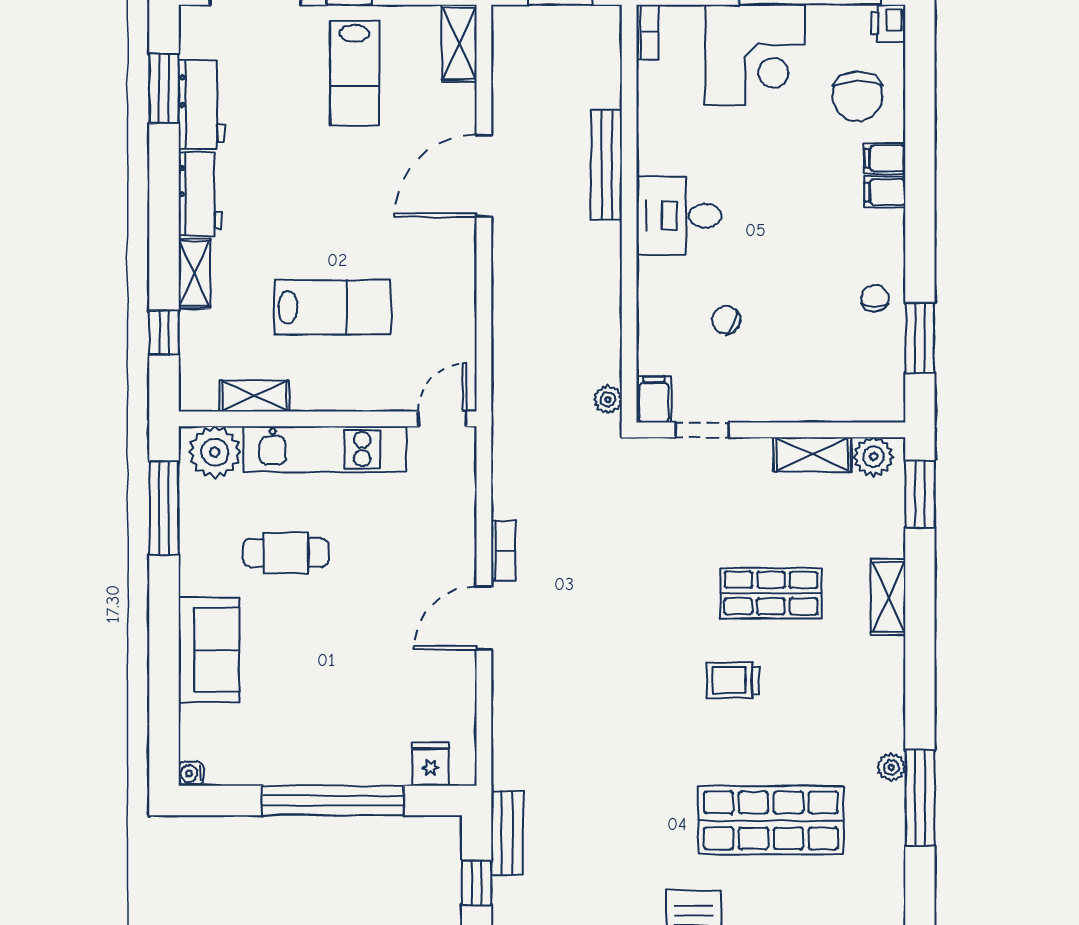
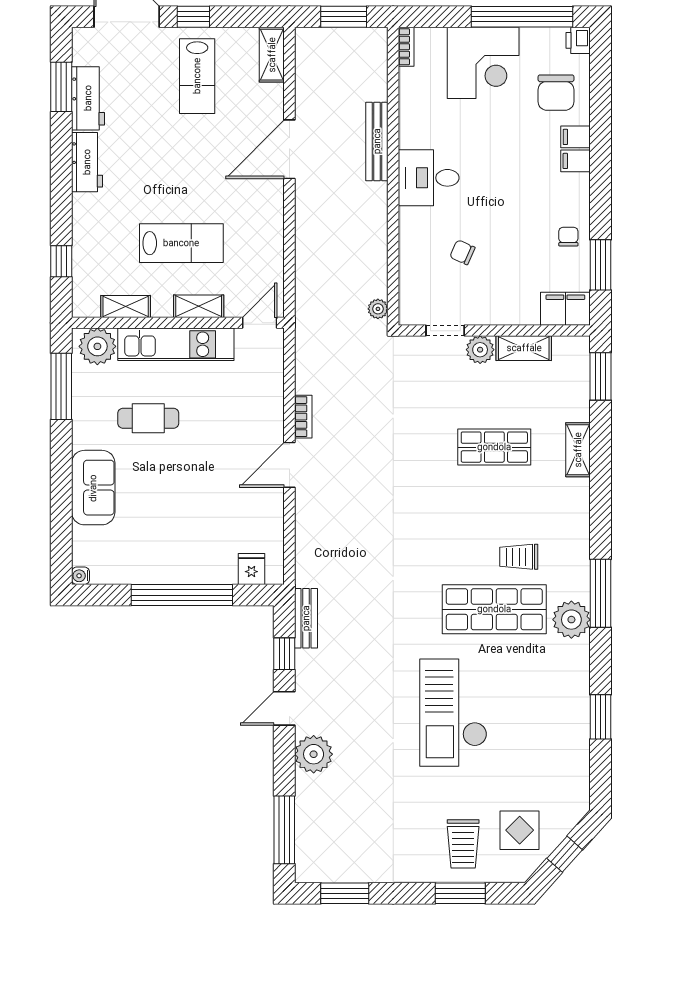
shelving: (194, 274) -> (199, 306), moved, turned 90
filing cabinet: (654, 399) -> (565, 309), moved, width x2.00
plant: (873, 457) -> (480, 350), moved
trolley: (733, 680) -> (519, 557), moved
plant: (891, 767) -> (571, 620), moved, width x1.88, depth x1.88

